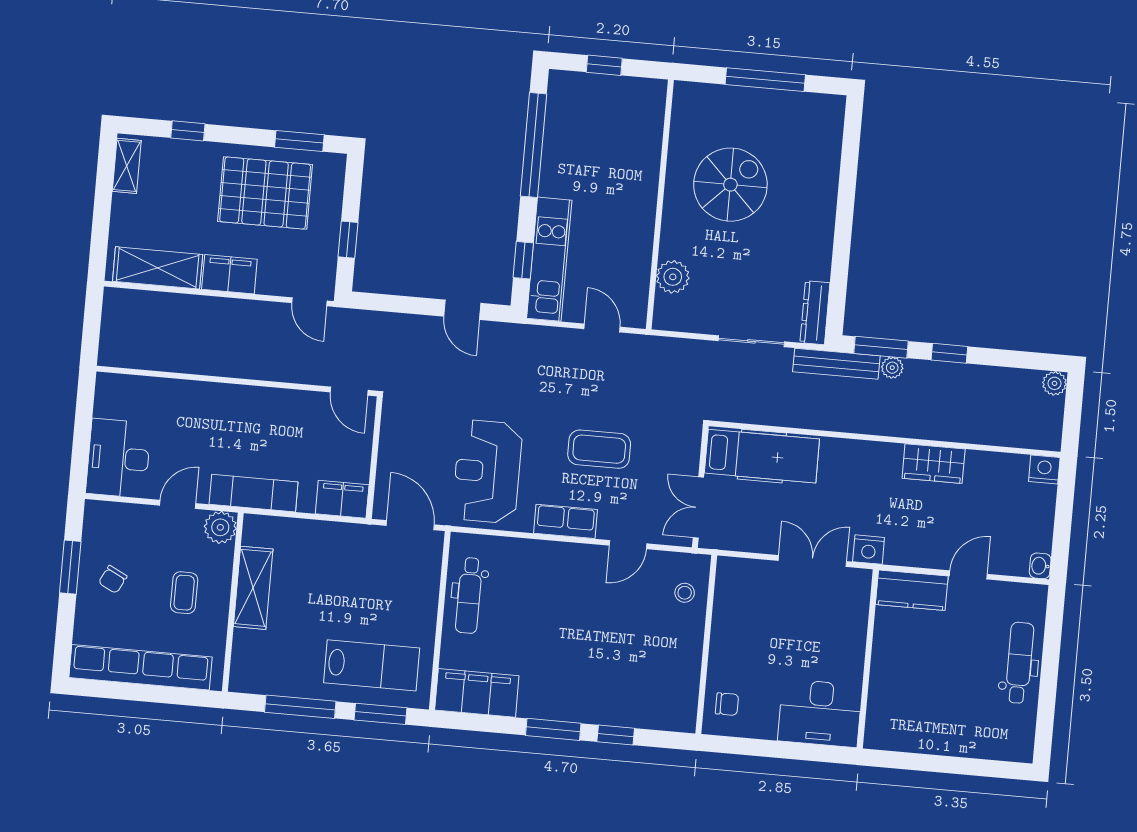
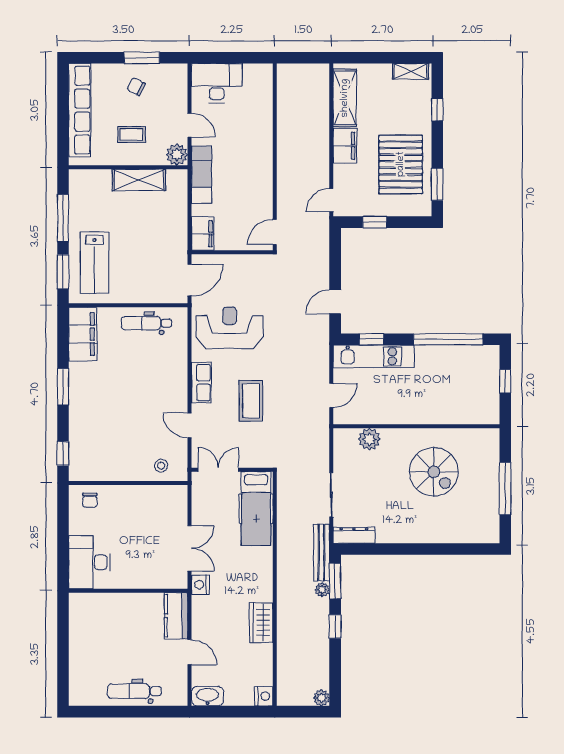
washbasin: (1040, 566) -> (208, 696), width x1.91, depth x1.45
dental chair: (1019, 663) -> (134, 691), turned 180
window: (616, 735) -> (63, 454), moved

